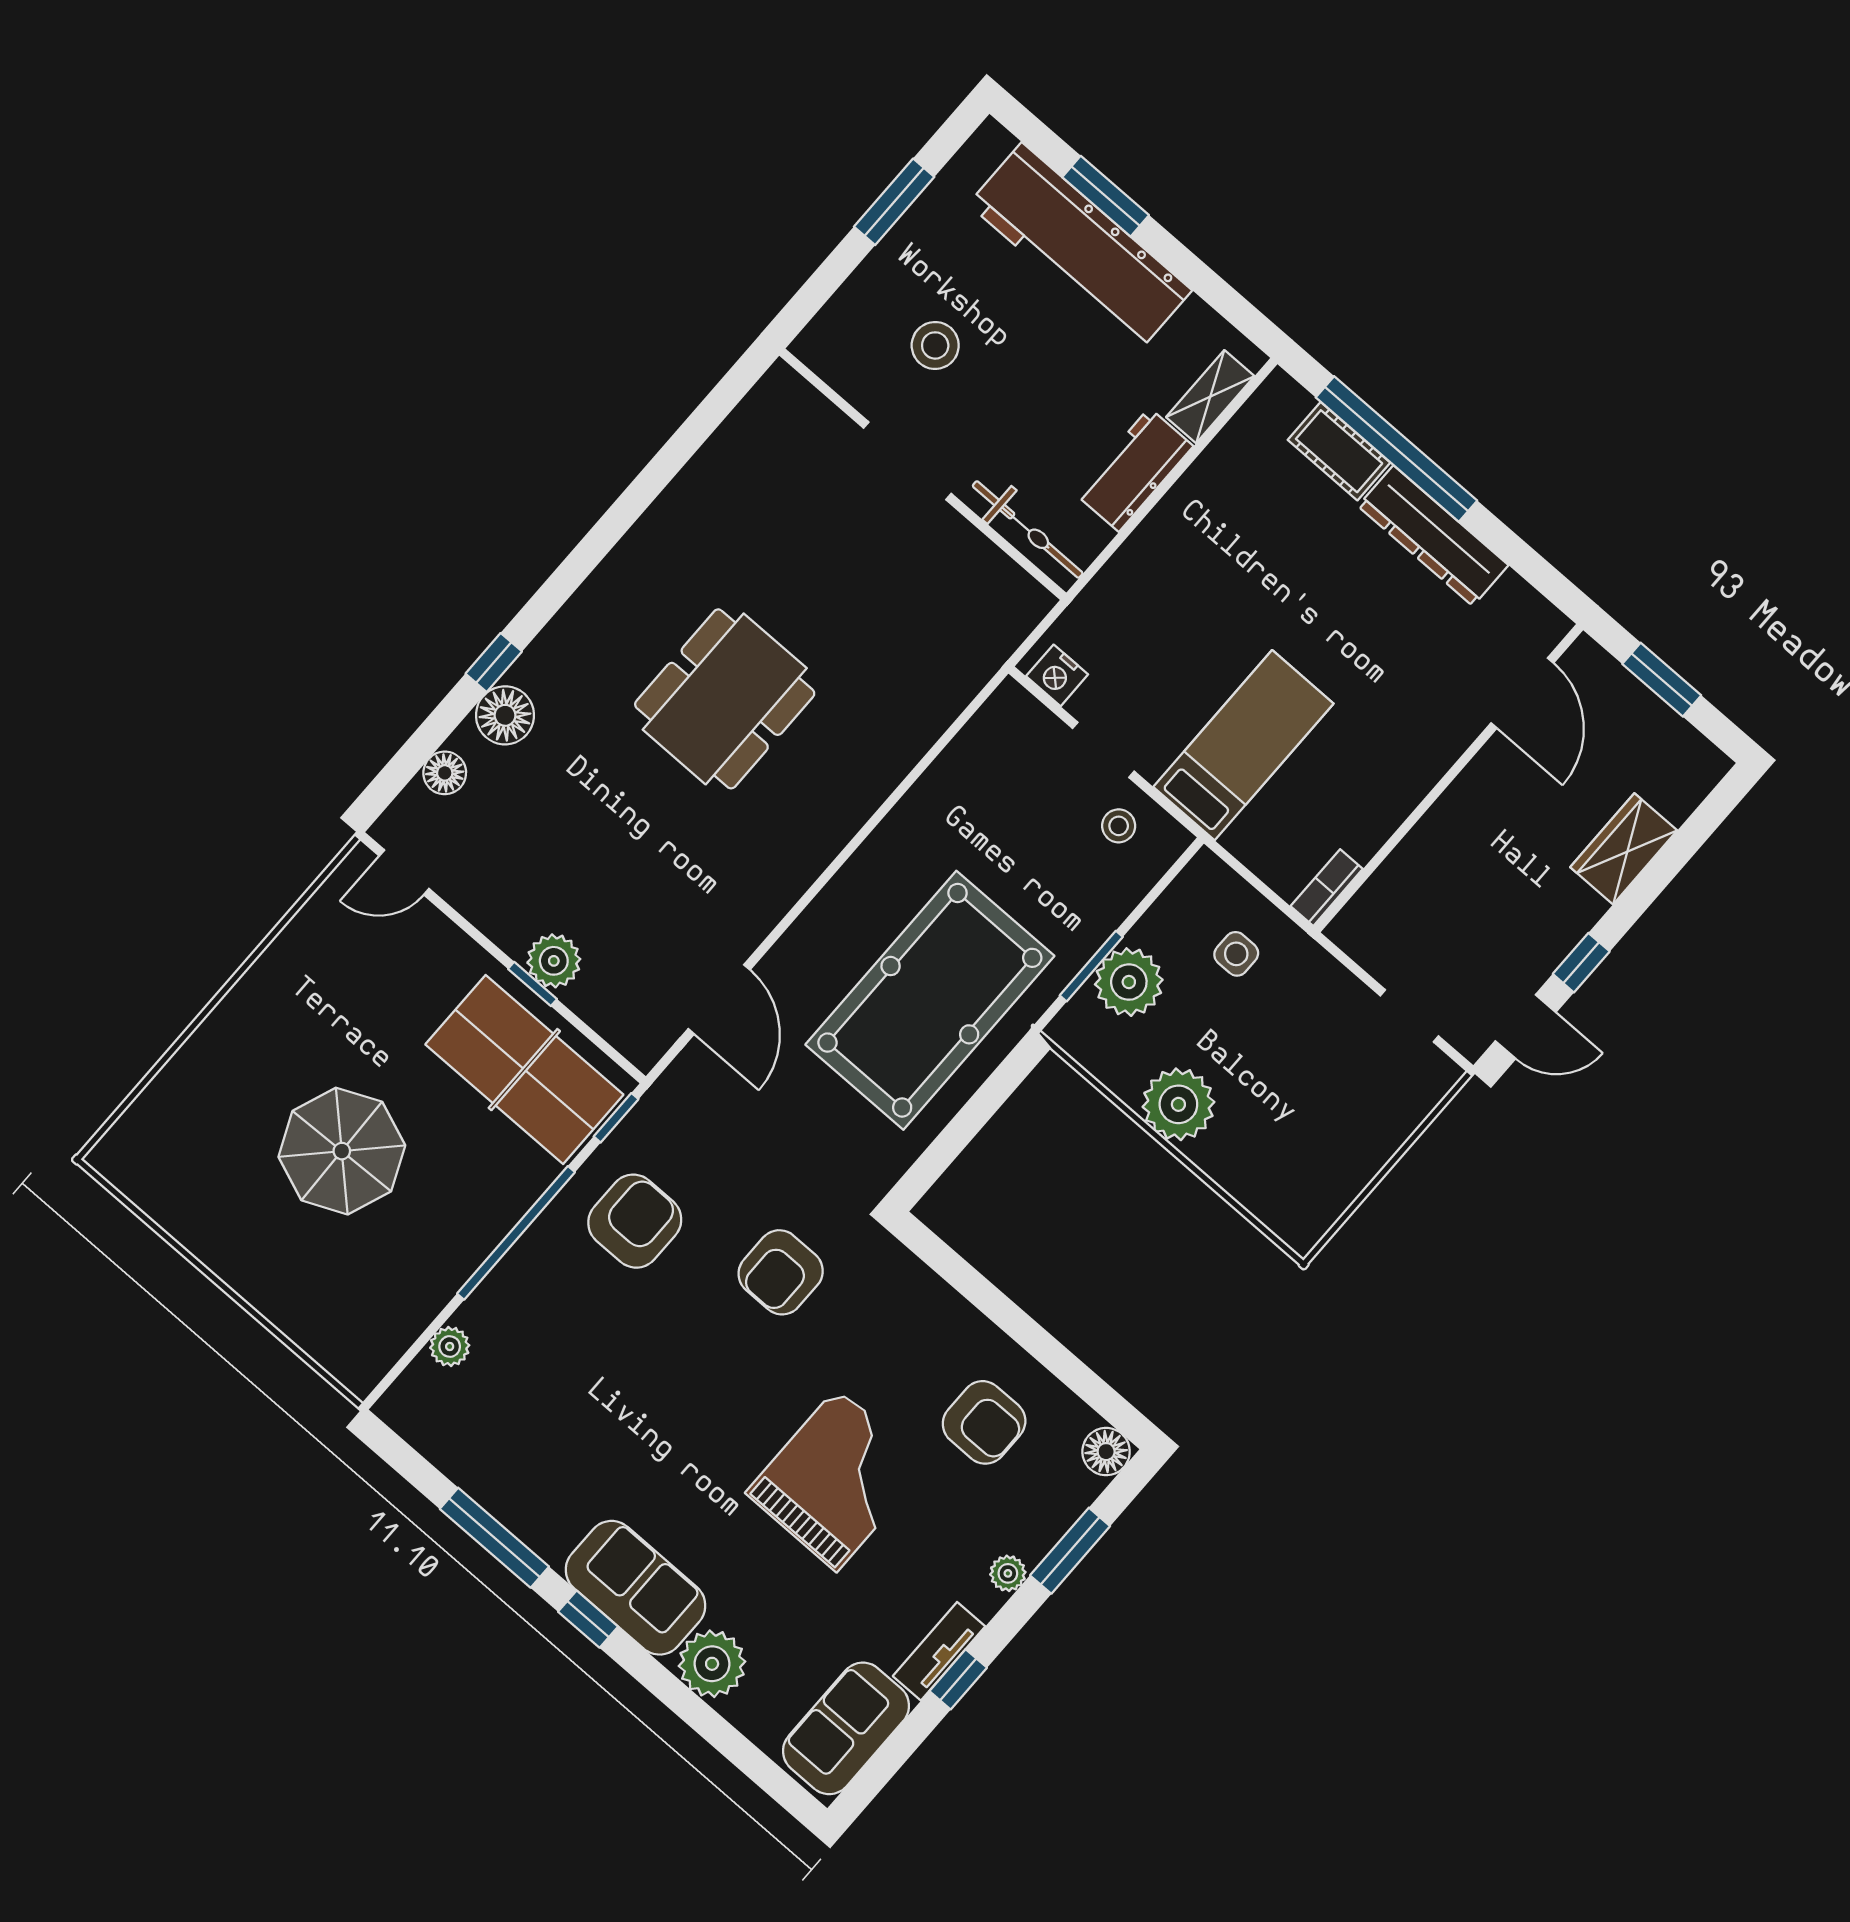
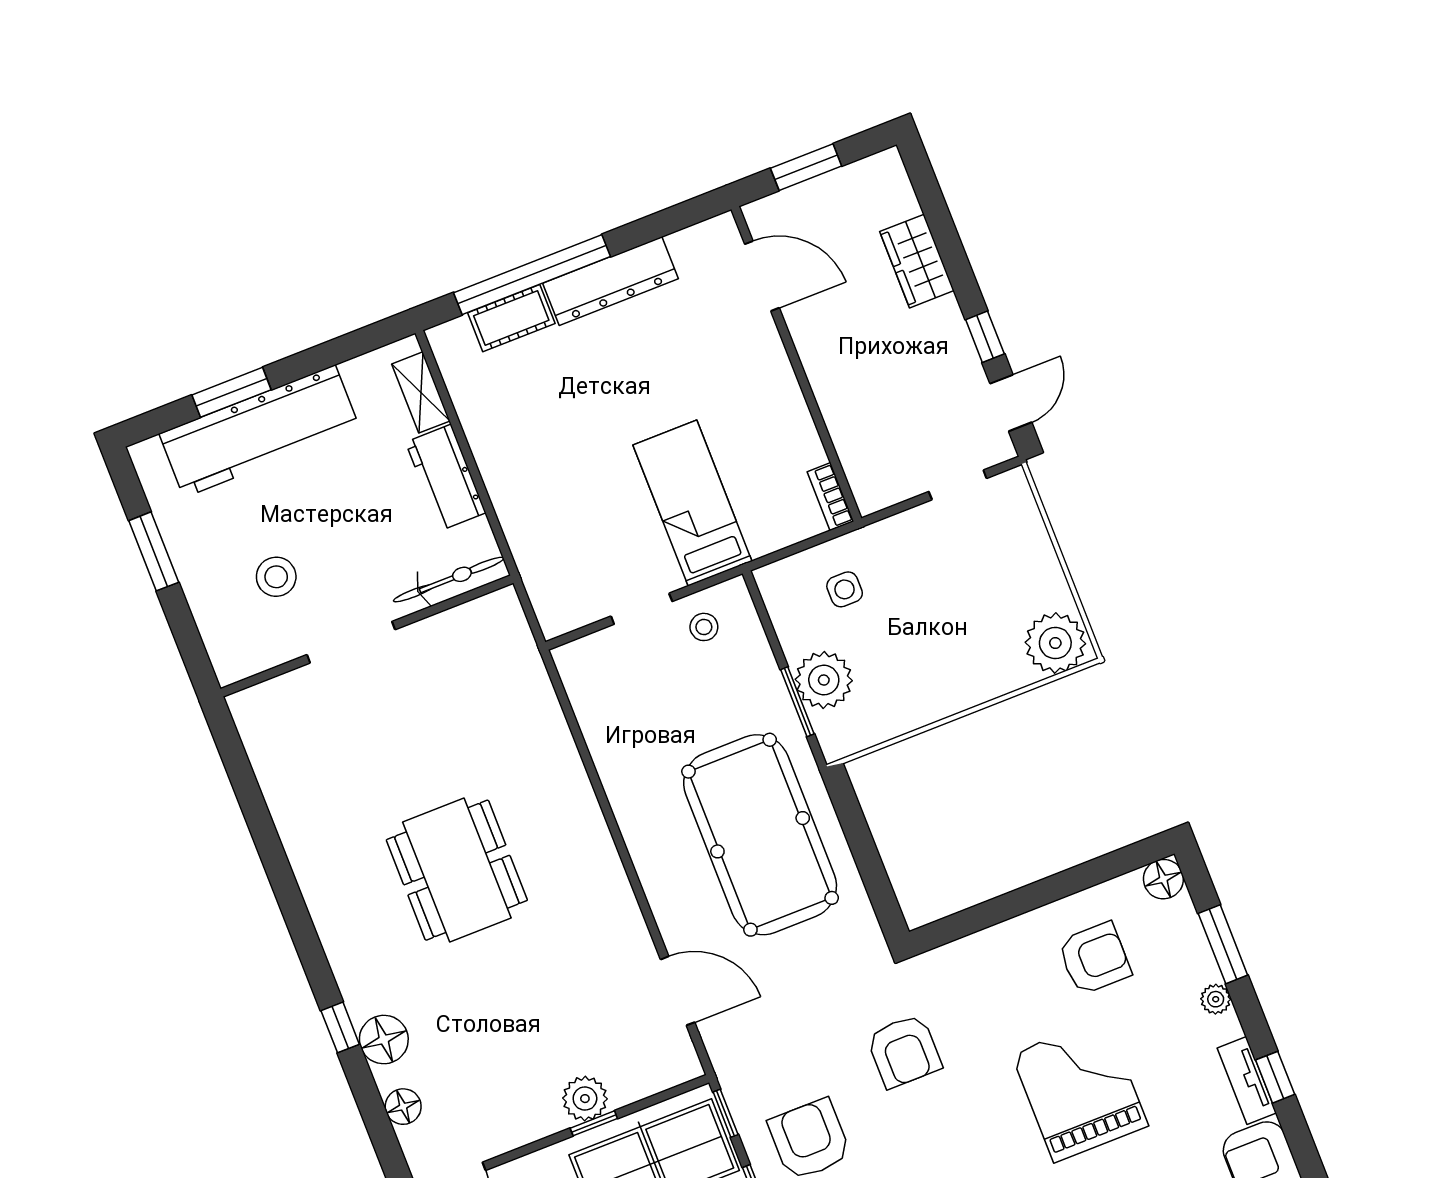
nightstand: (1057, 675) -> (568, 614), removed
plant: (1178, 1104) -> (1055, 643), moved

